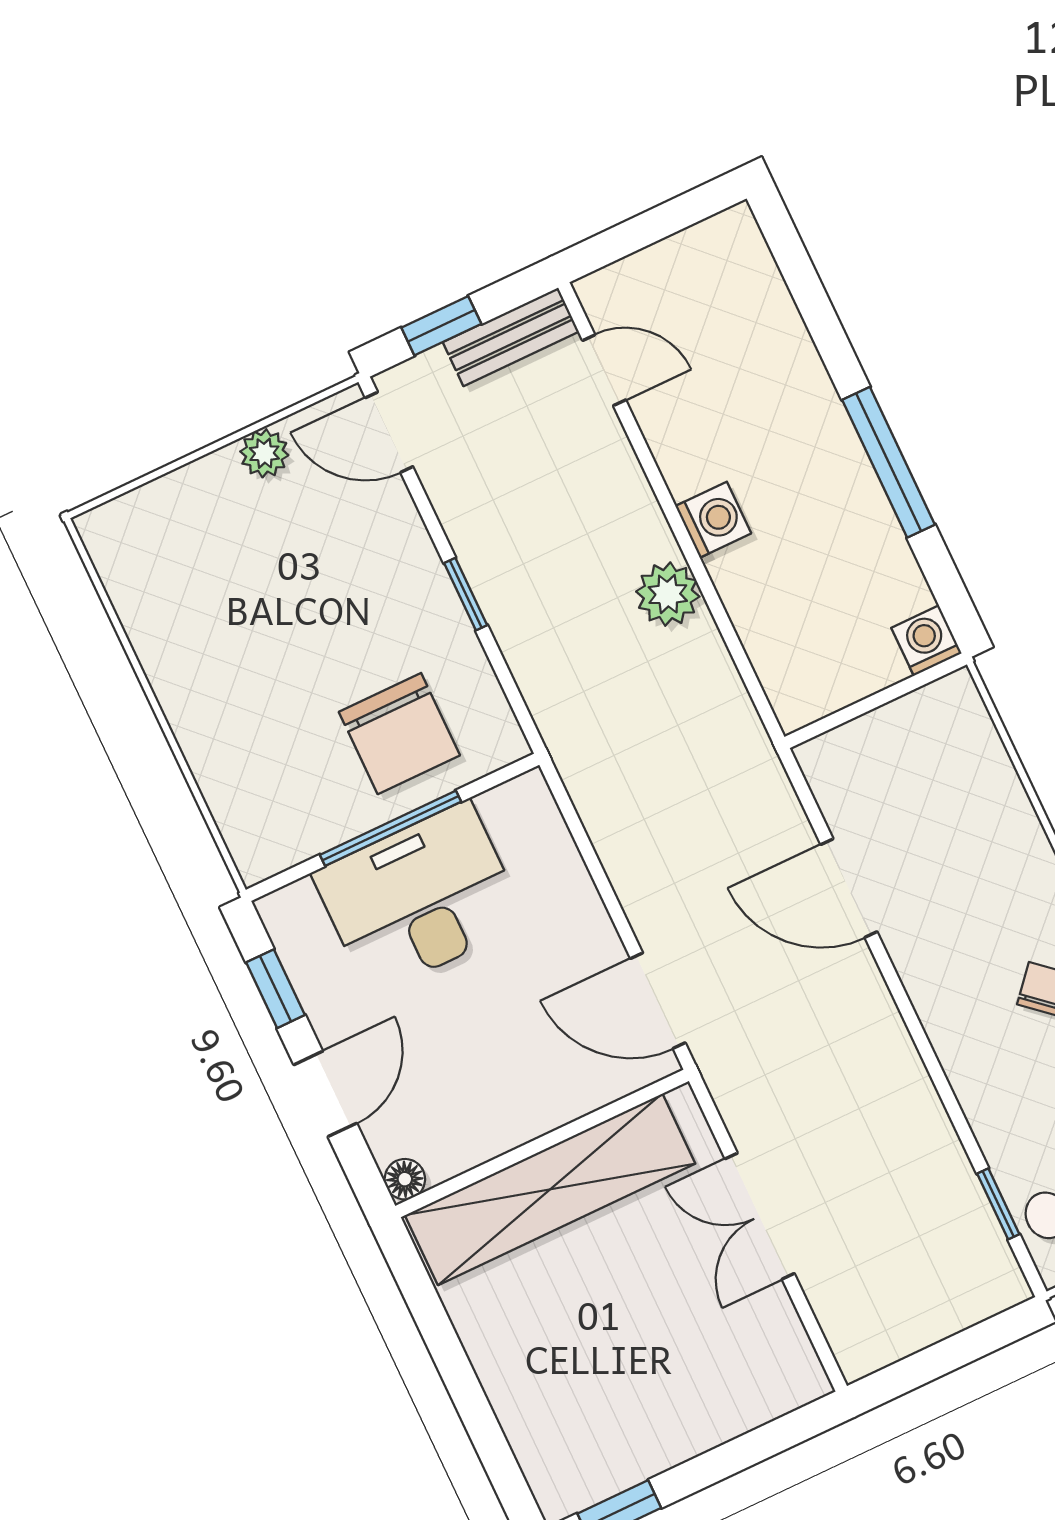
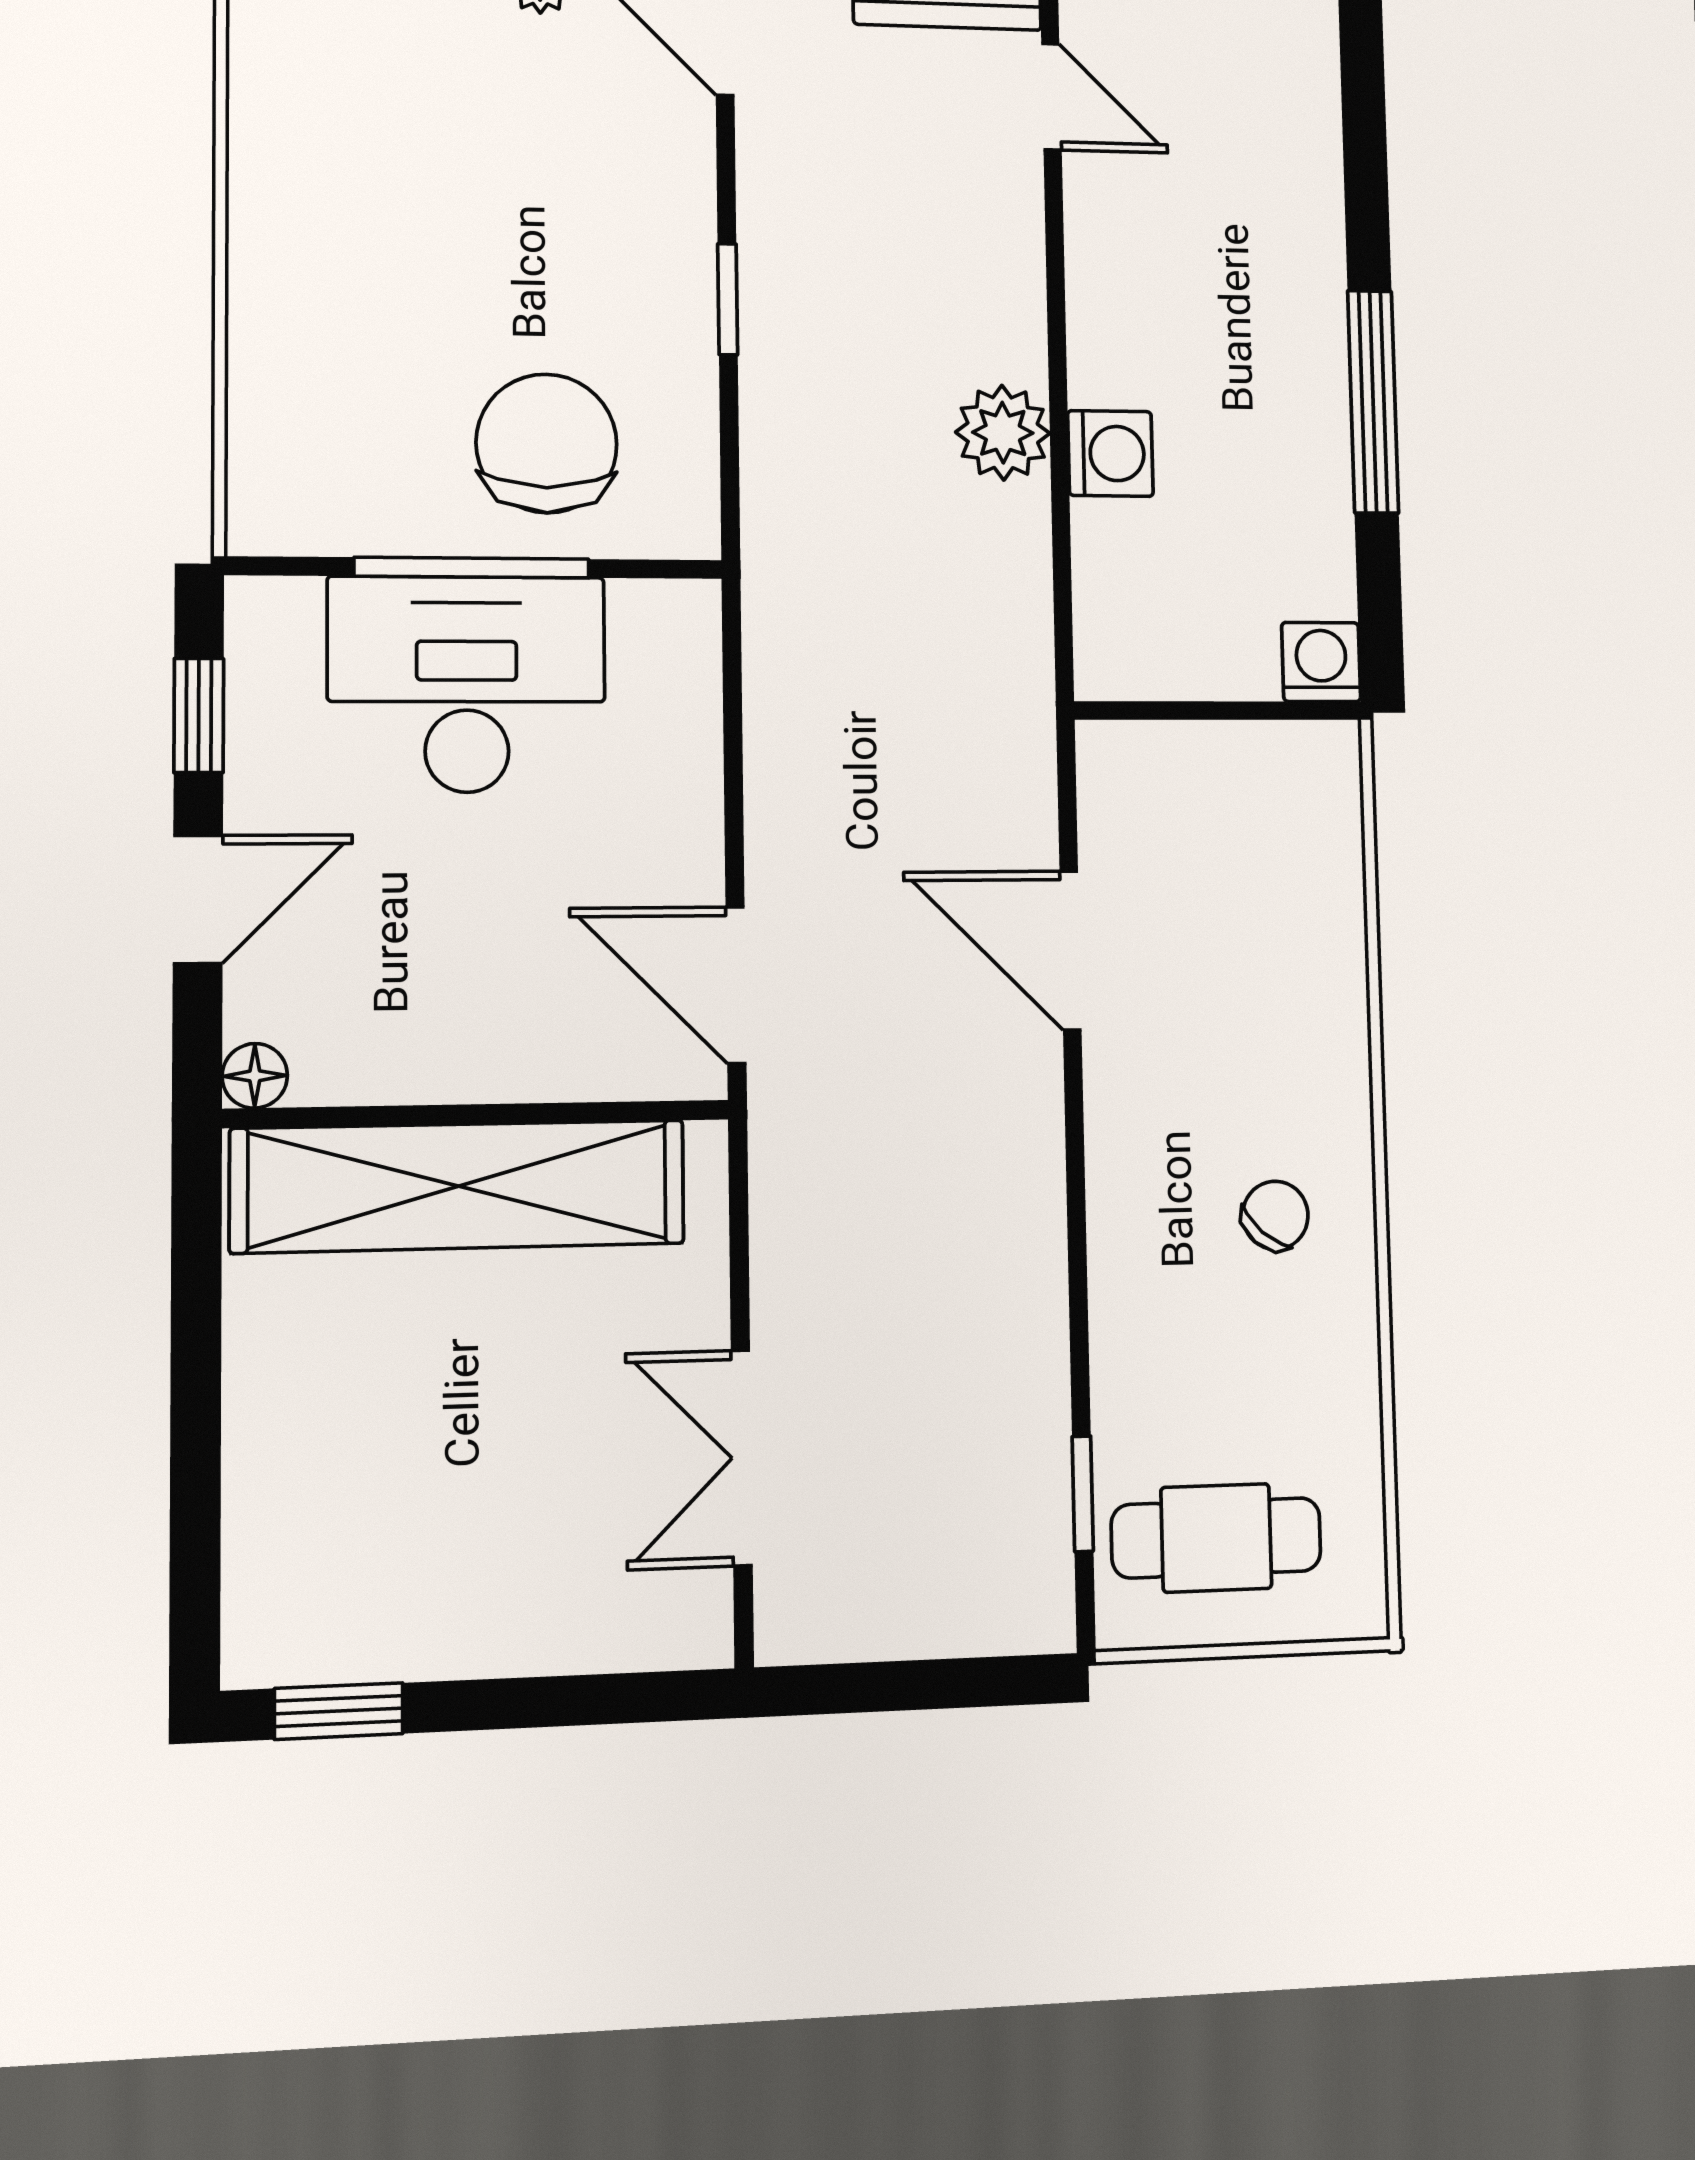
washing machine: (713, 520) -> (1110, 453), moved
chair: (399, 734) -> (547, 443), turned 180
double door: (760, 1216) -> (742, 1458), moved

